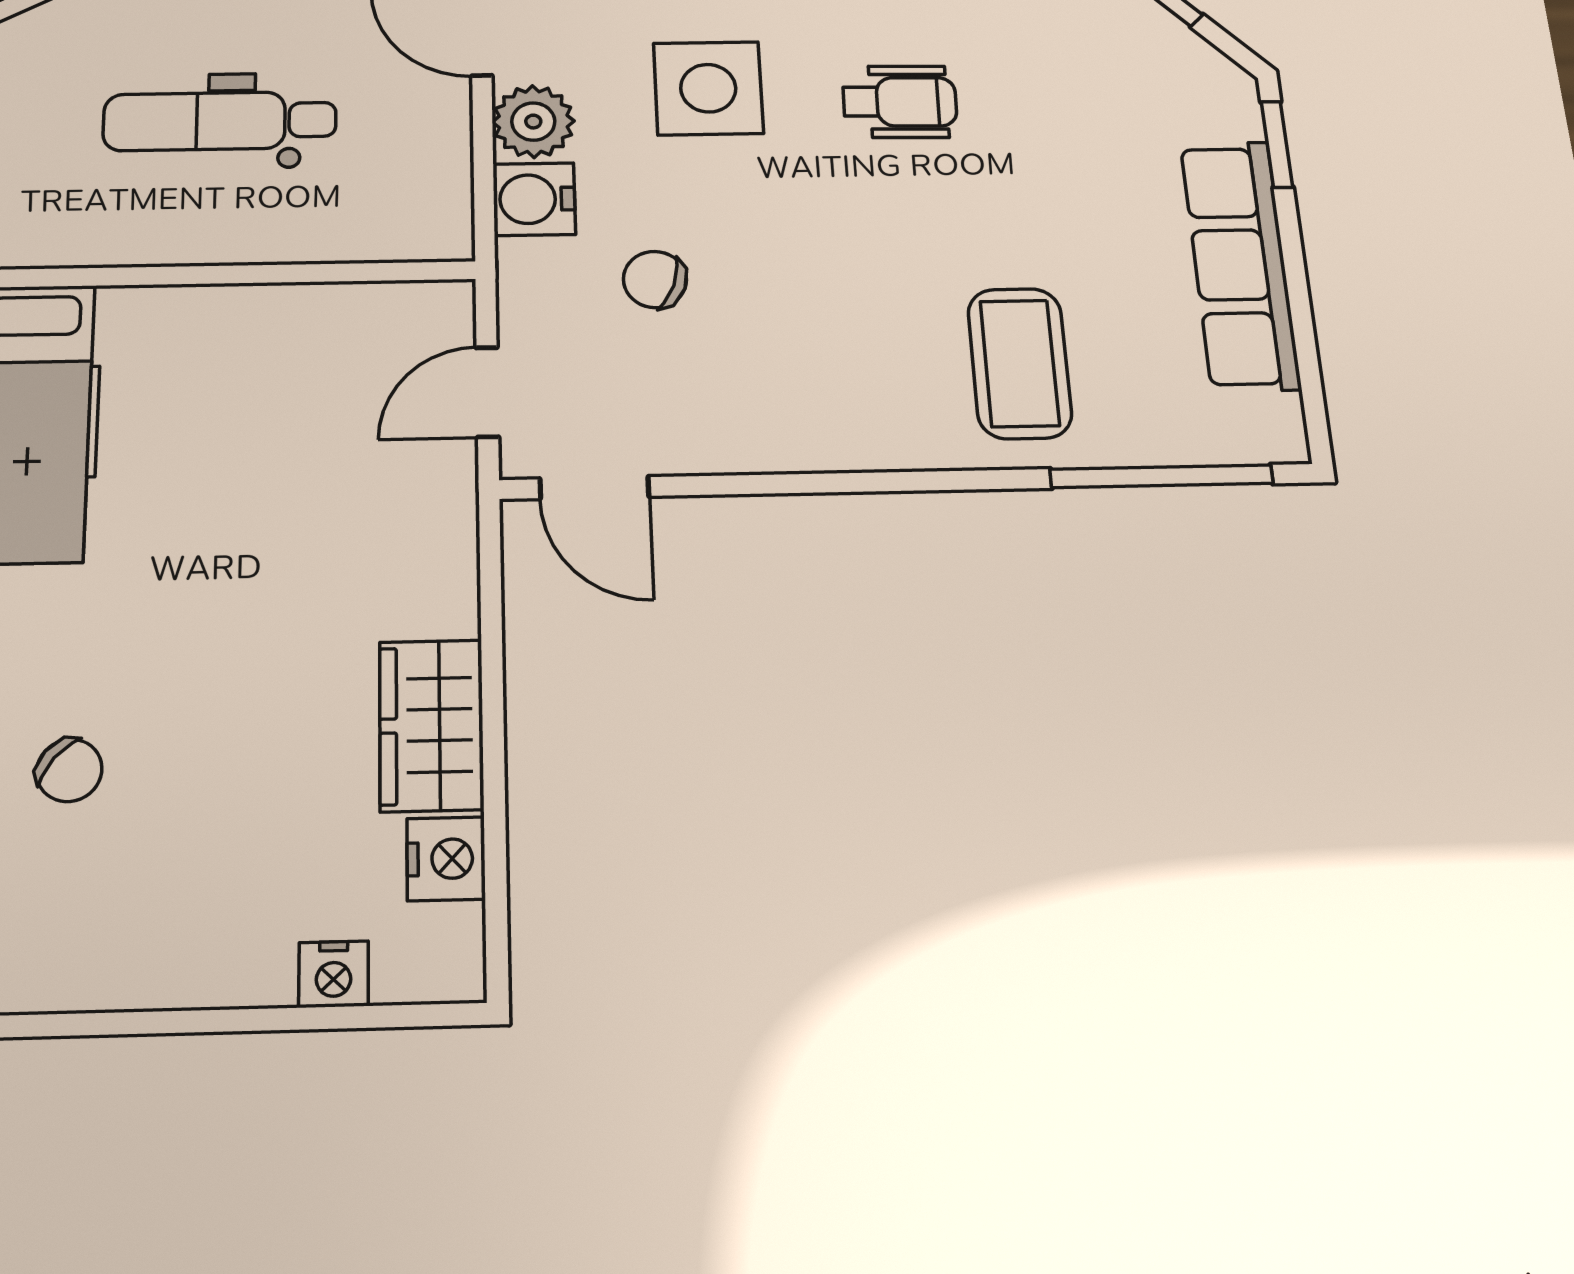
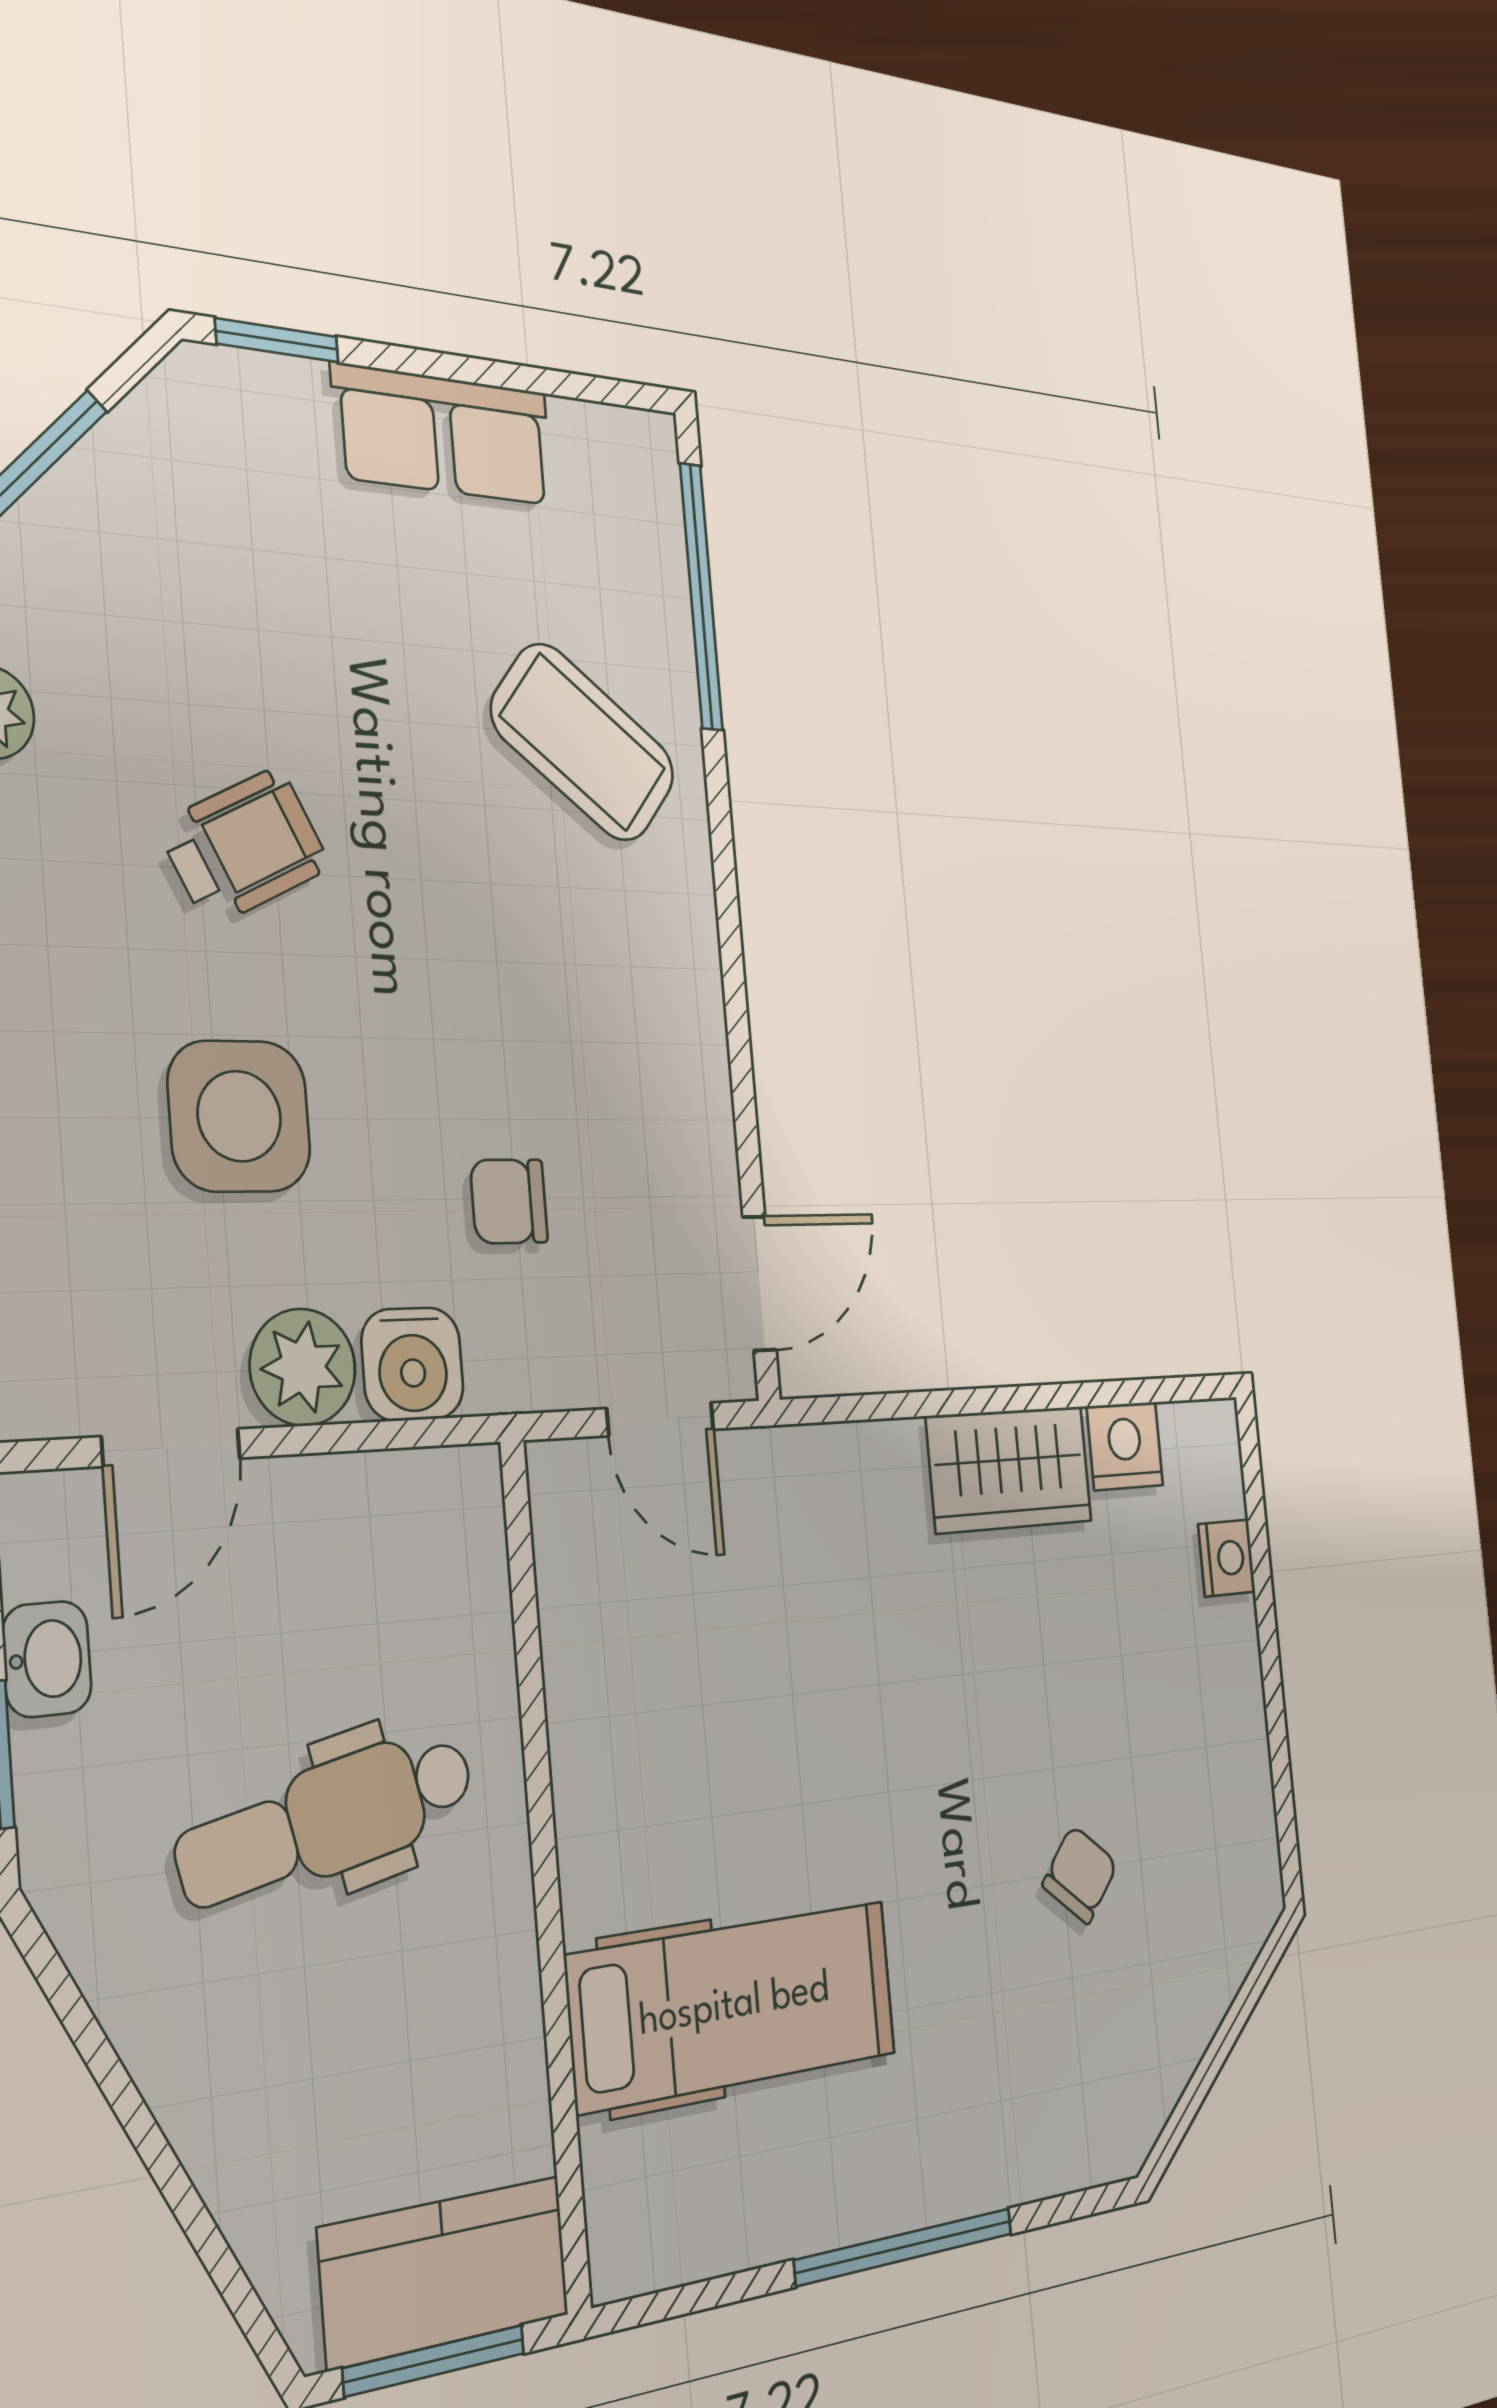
wheelchair: (900, 102) -> (244, 846), turned 63
dental chair: (220, 121) -> (327, 1820), turned 78
row of seats: (1240, 265) -> (443, 434), width x0.68
chair: (655, 279) -> (509, 1201), turned 70
coffee table: (1020, 363) -> (583, 742), turned 38

